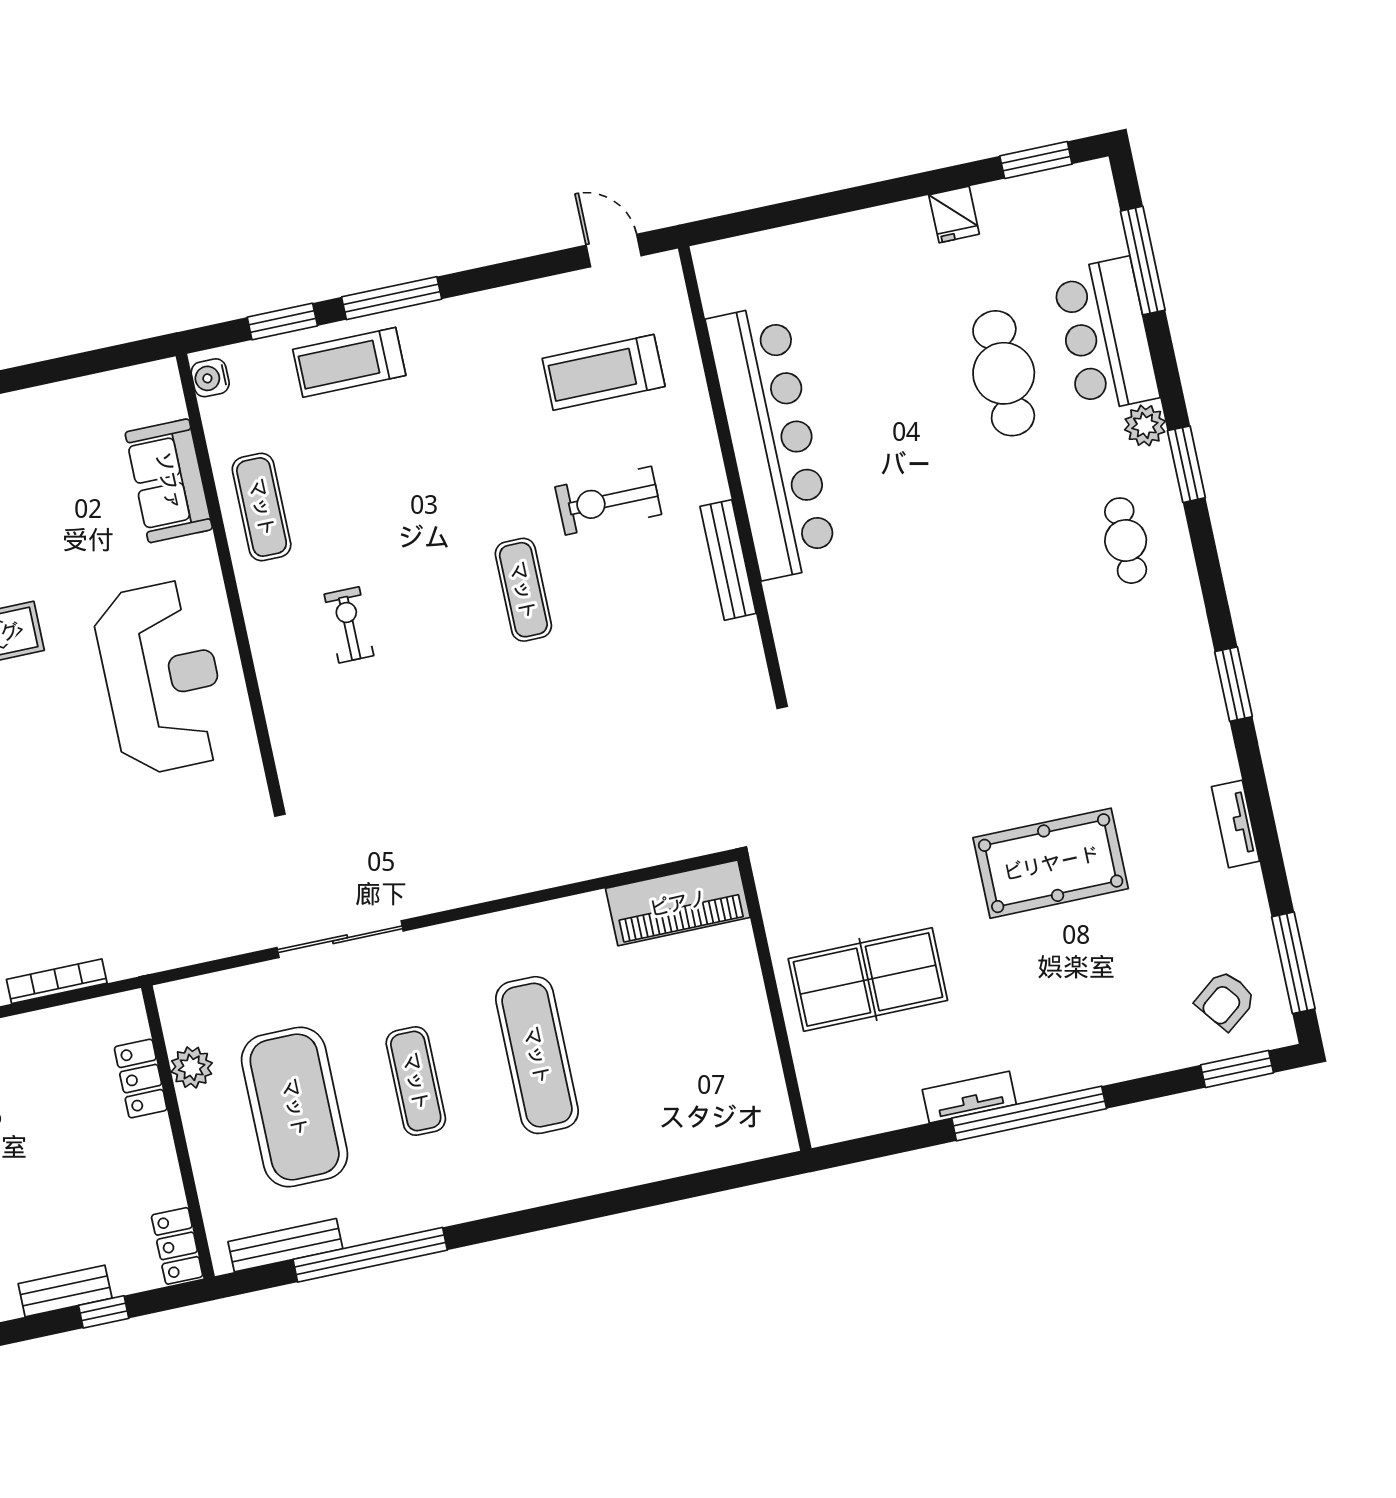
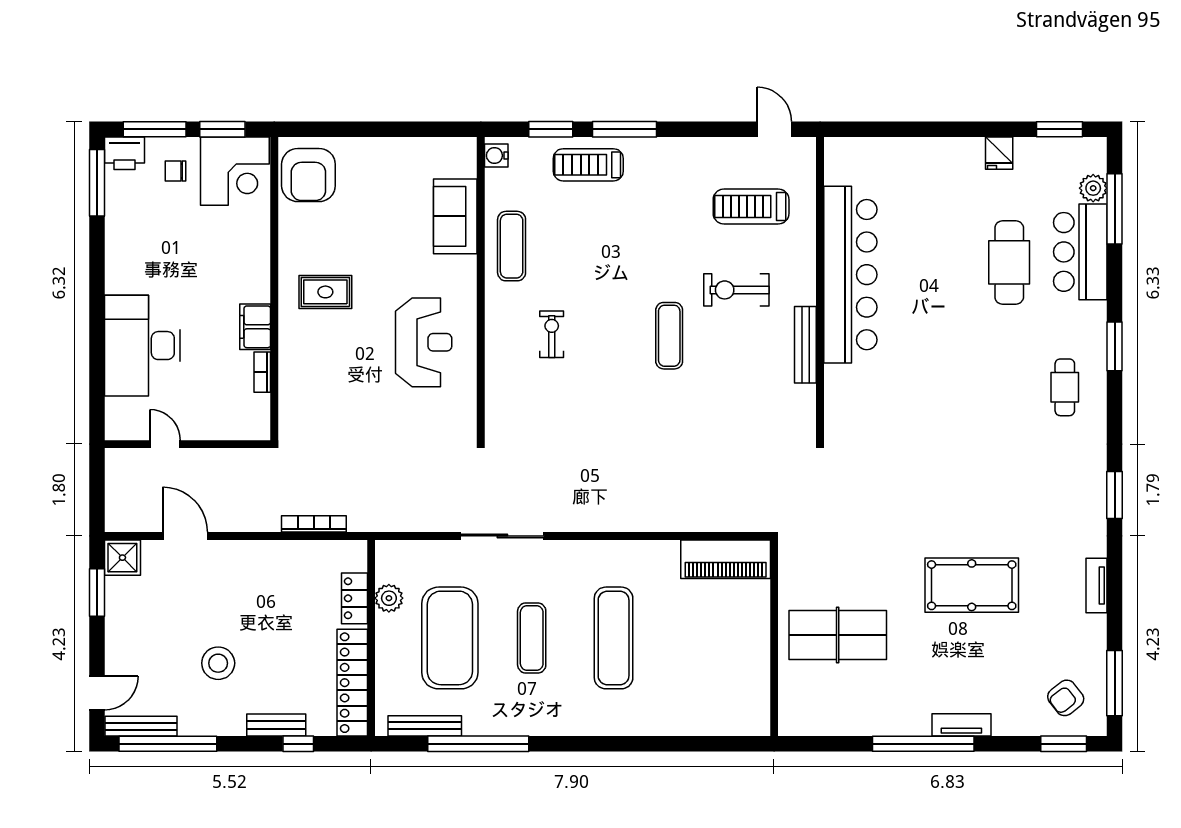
plant: (1145, 425) -> (1093, 188), moved
reception desk: (162, 677) -> (424, 342), width x0.74, depth x0.77
tv unit: (969, 1097) -> (961, 725), moved
locker: (177, 1246) -> (352, 683), width x2.16, depth x1.21

